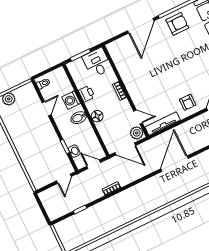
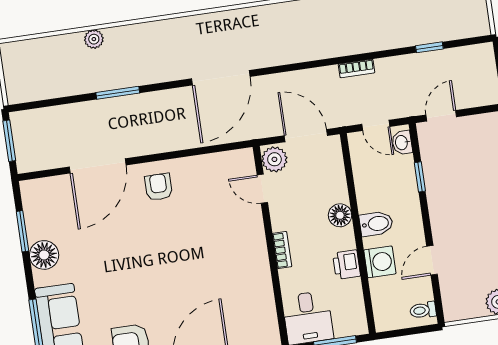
tv unit: (163, 124) -> (219, 161), removed
washbasin: (74, 151) -> (402, 143), moved

